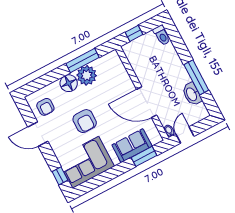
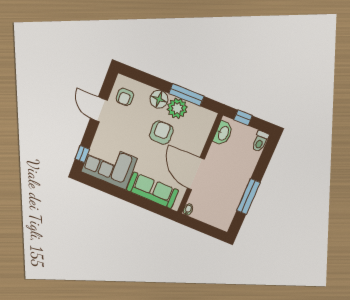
washbasin: (192, 94) -> (223, 133), moved, turned 180
armchair: (85, 121) -> (161, 133), moved, turned 180
door: (185, 135) -> (195, 224), removed
sofa: (132, 146) -> (152, 190), width x1.36
window: (144, 156) -> (152, 206), removed

